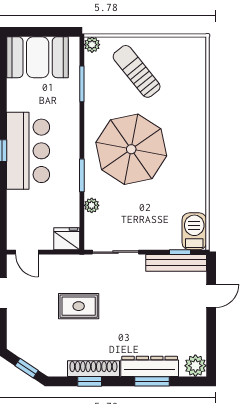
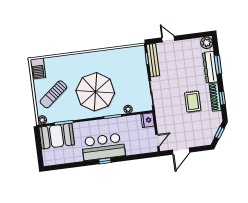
booth: (38, 57) -> (57, 136), moved, turned 90
barbecue: (194, 231) -> (38, 68), moved, turned -90
rug: (79, 306) -> (193, 102), moved

